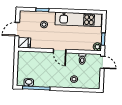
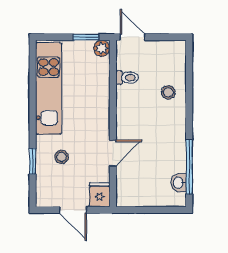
door: (60, 51) -> (113, 153), moved
door: (102, 62) -> (132, 37), hinge flipped

